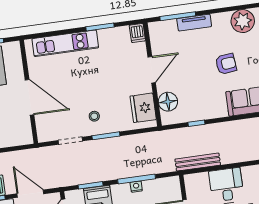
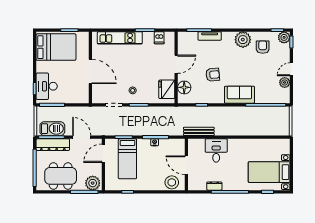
dishwasher: (137, 33) -> (159, 38), moved
armchair: (226, 64) -> (213, 75), moved

